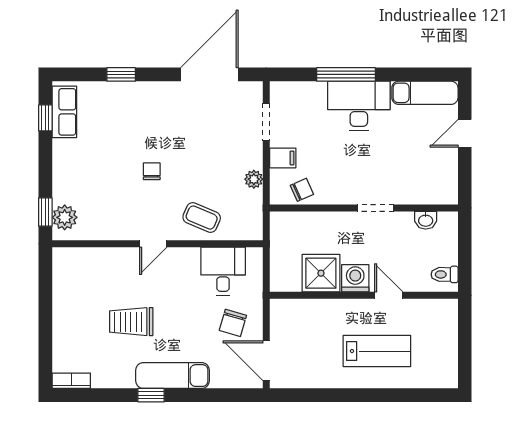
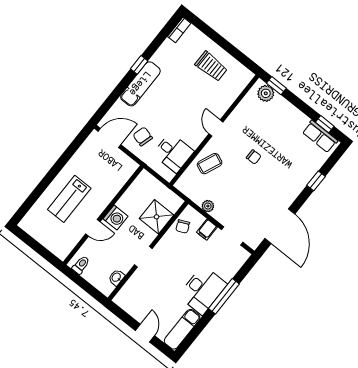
shower: (321, 273) -> (157, 217), moved
trolley: (131, 322) -> (211, 66), moved, turned 90

